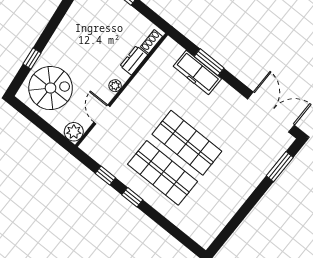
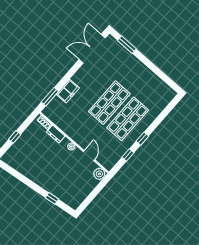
window: (209, 62) -> (50, 97), moved
freezer: (197, 72) -> (68, 91), width x0.71
spiral stairs: (51, 88) -> (71, 187), removed
door: (102, 114) -> (89, 156), swing flipped

